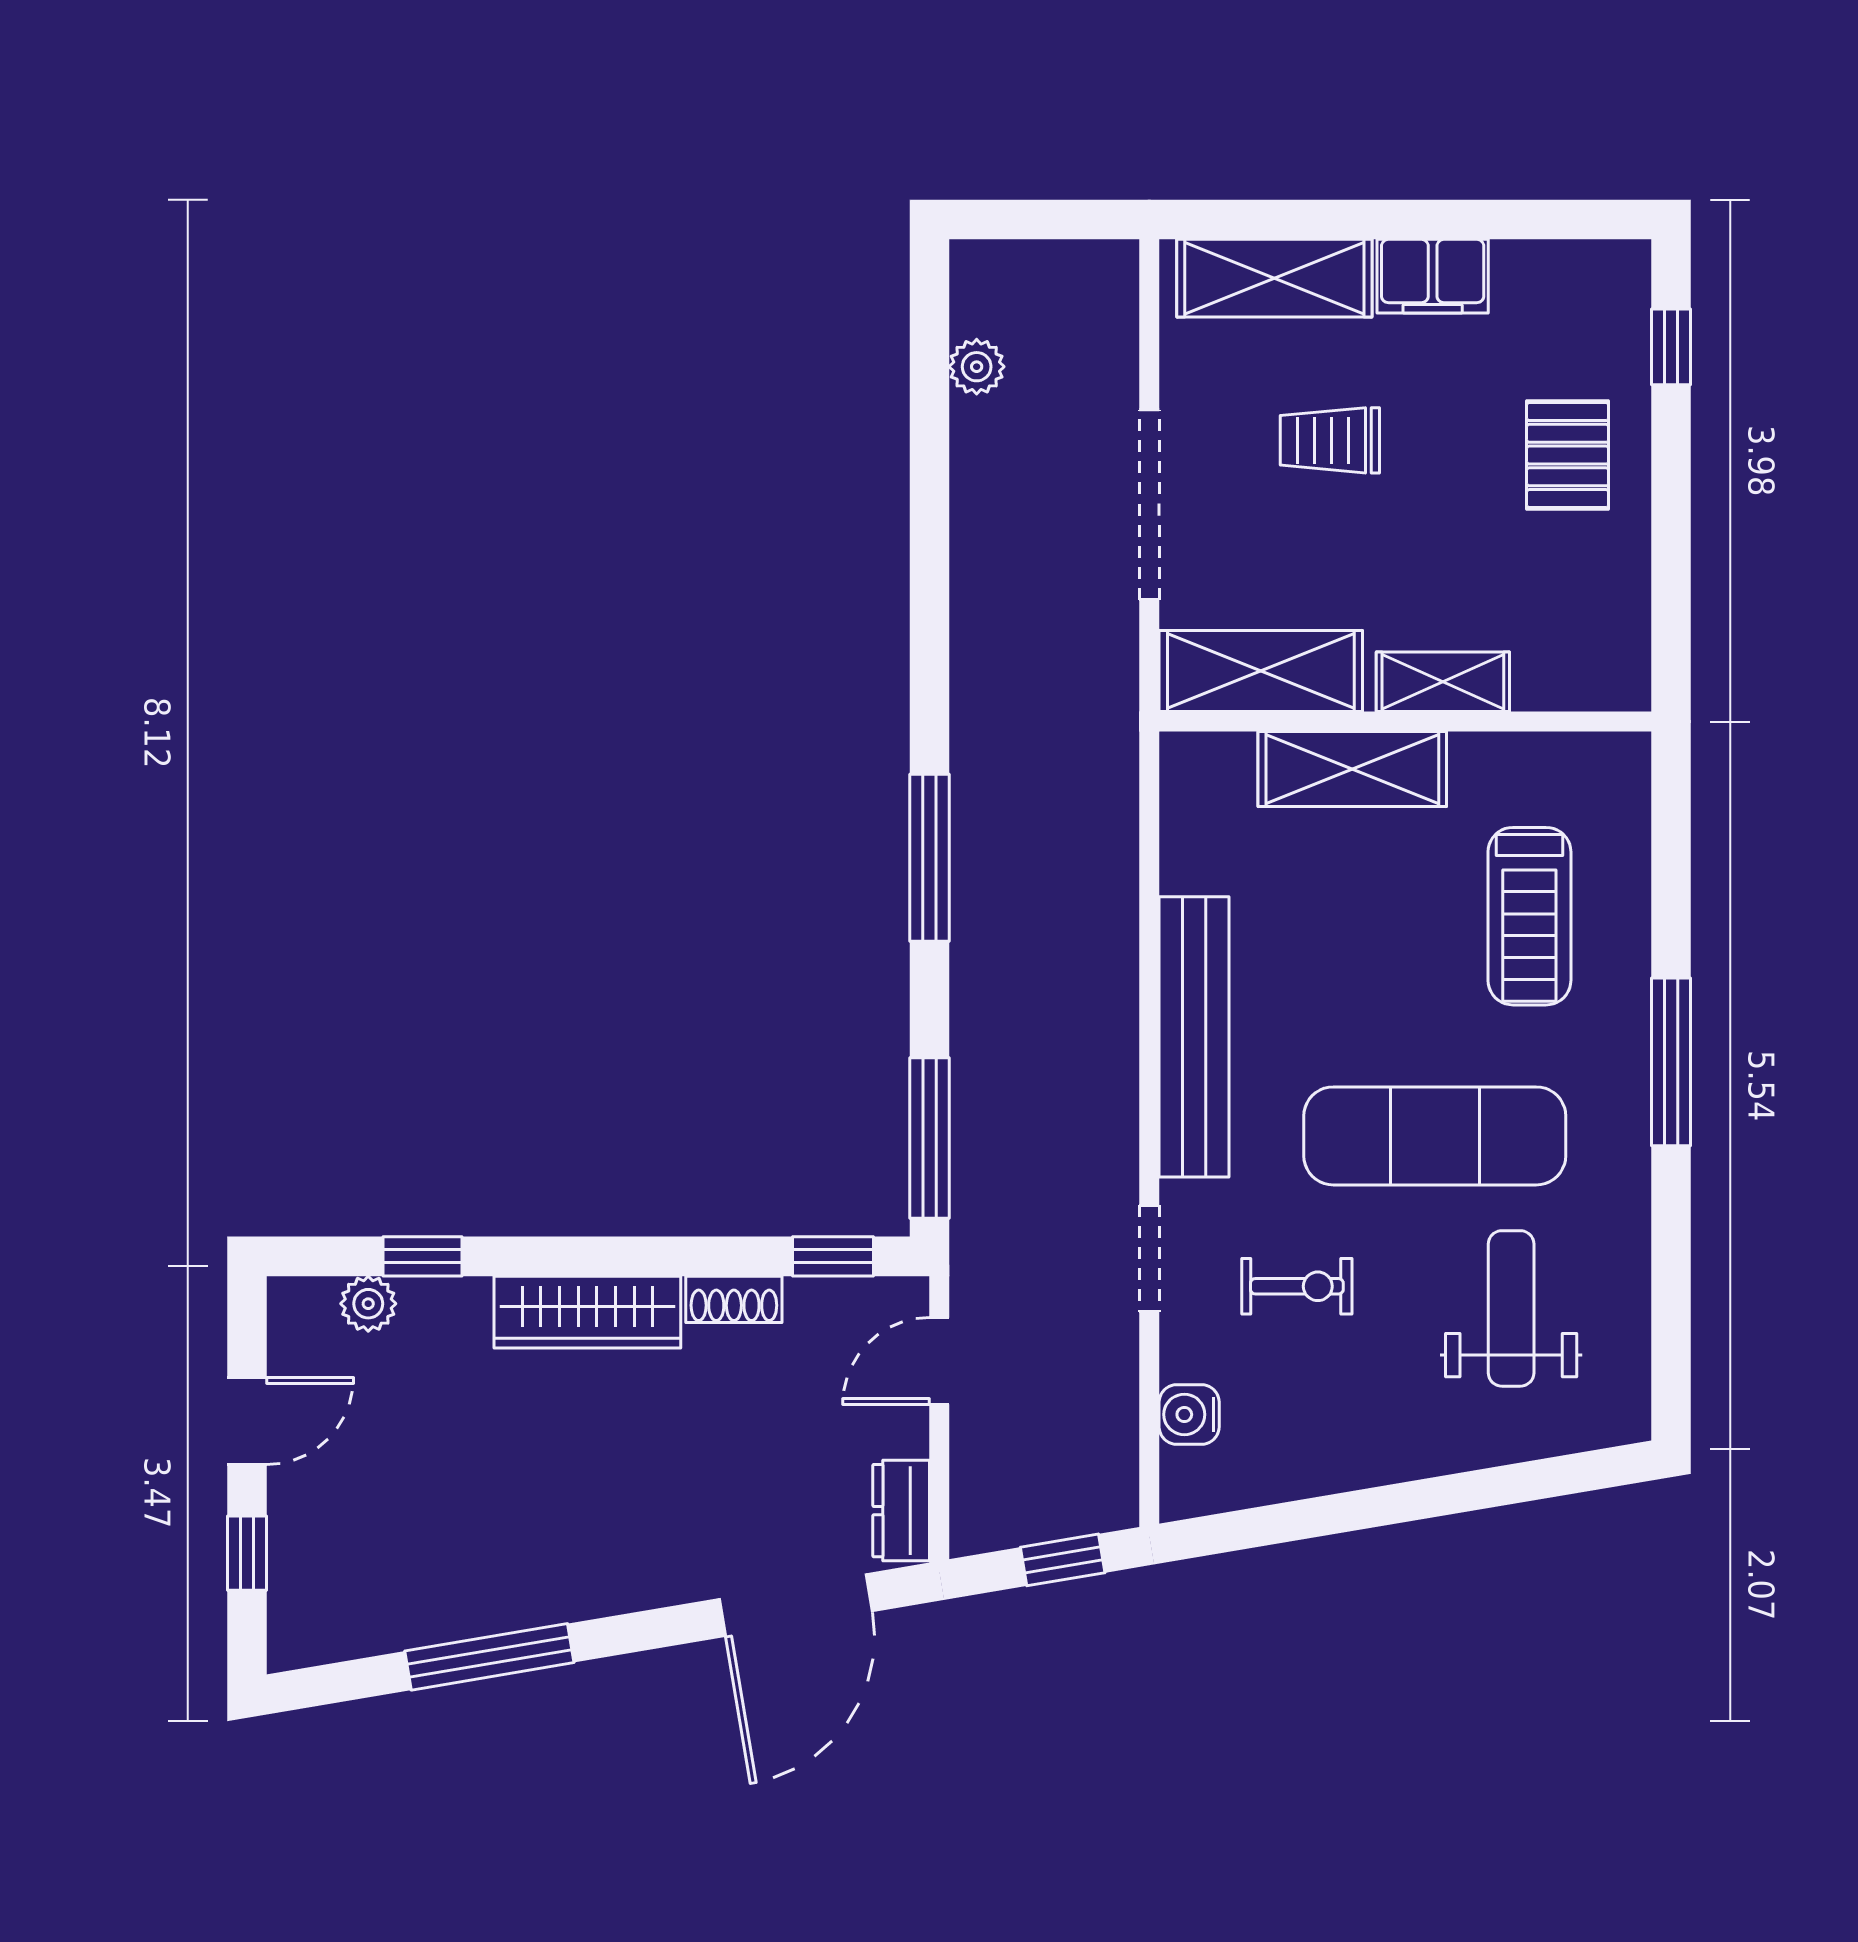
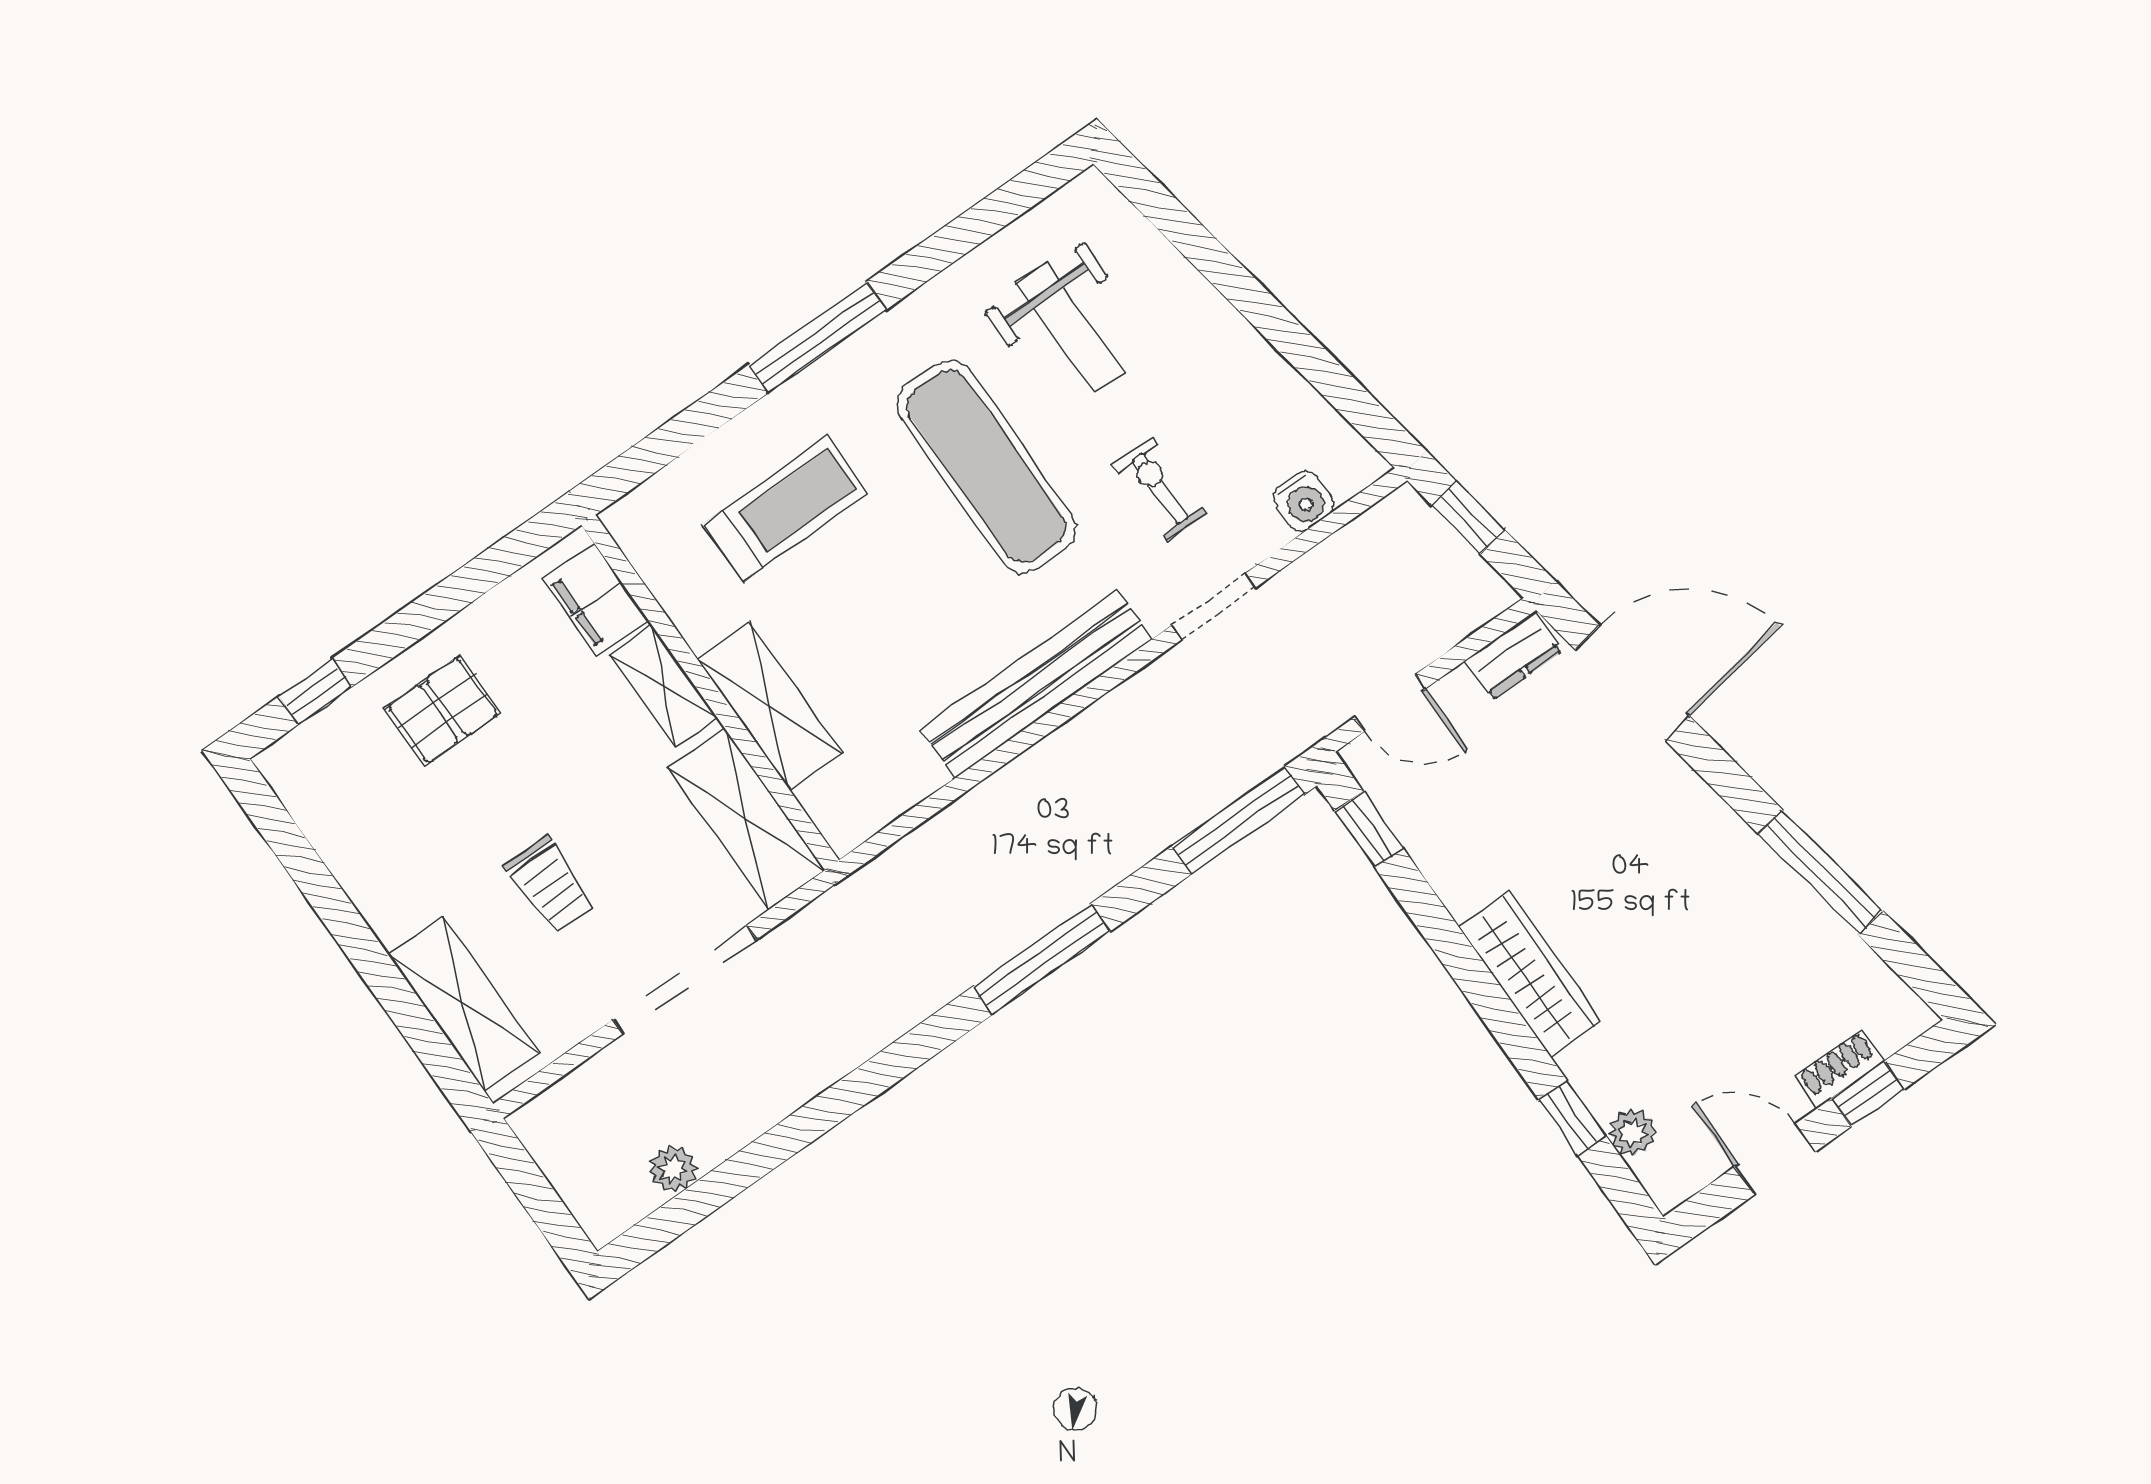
filing cabinet: (1433, 276) -> (596, 600), moved, turned 180
shoe rack: (734, 1299) -> (1840, 1068), moved, turned -90
weight bench: (1511, 1308) -> (1070, 327), turned -90

